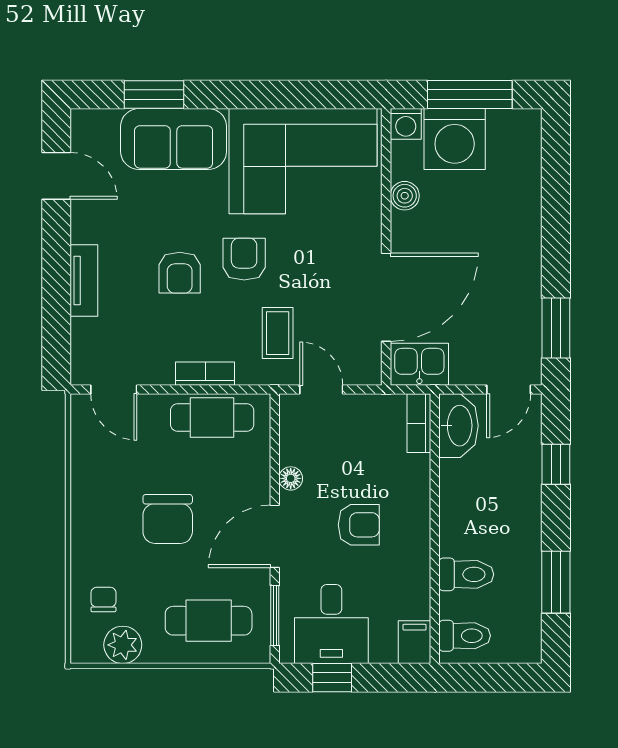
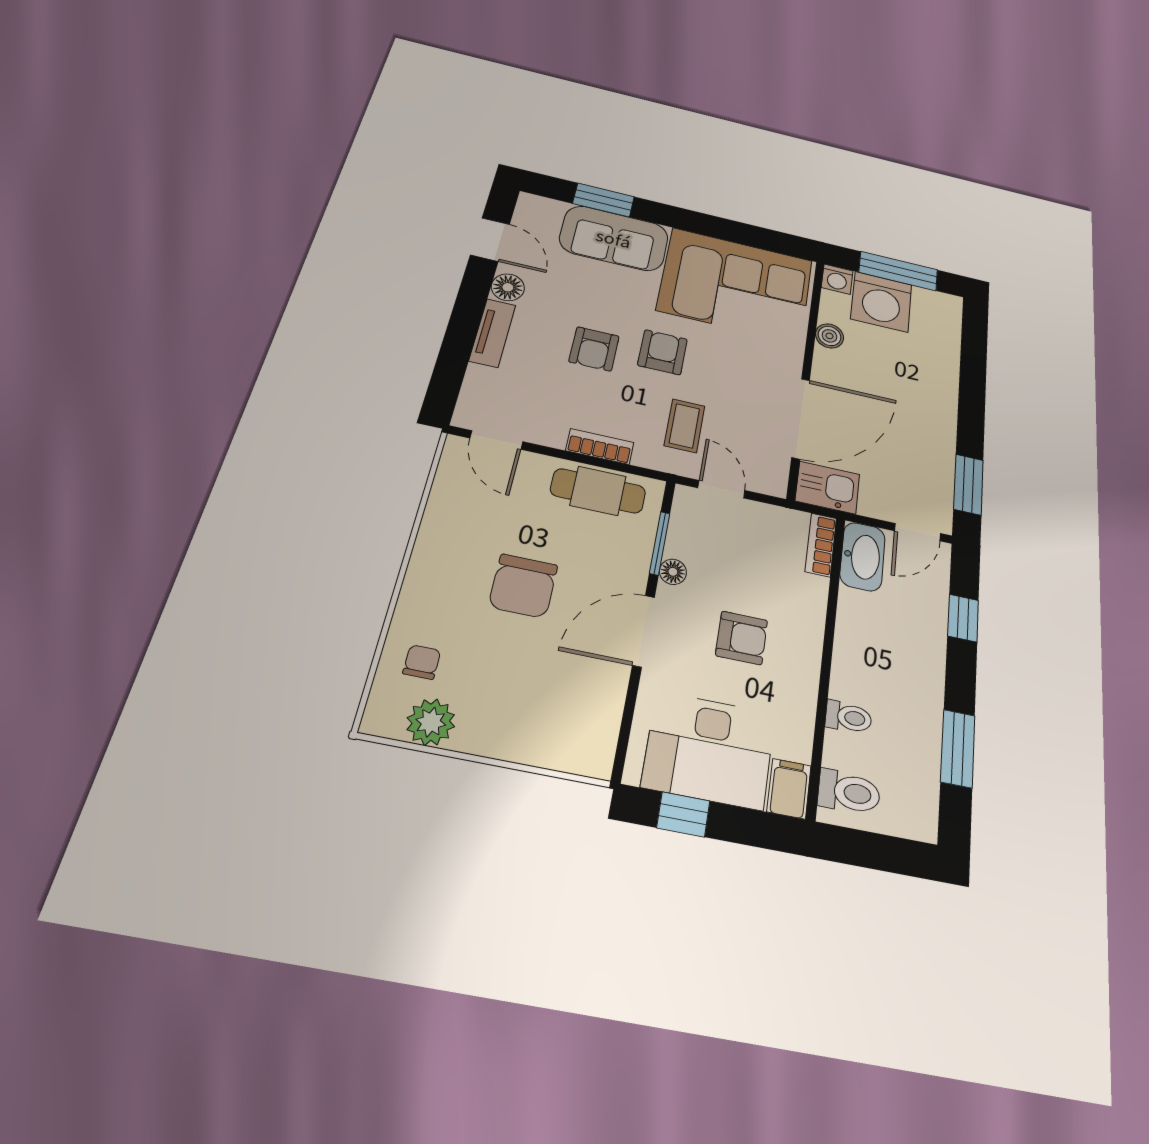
floor lamp: (86, 226) -> (508, 287), added
toilet: (466, 574) -> (849, 717), width x0.73, depth x0.72
window: (275, 615) -> (660, 543), moved
cafe table: (209, 621) -> (545, 713), removed
desk: (331, 624) -> (709, 750), width x1.37

